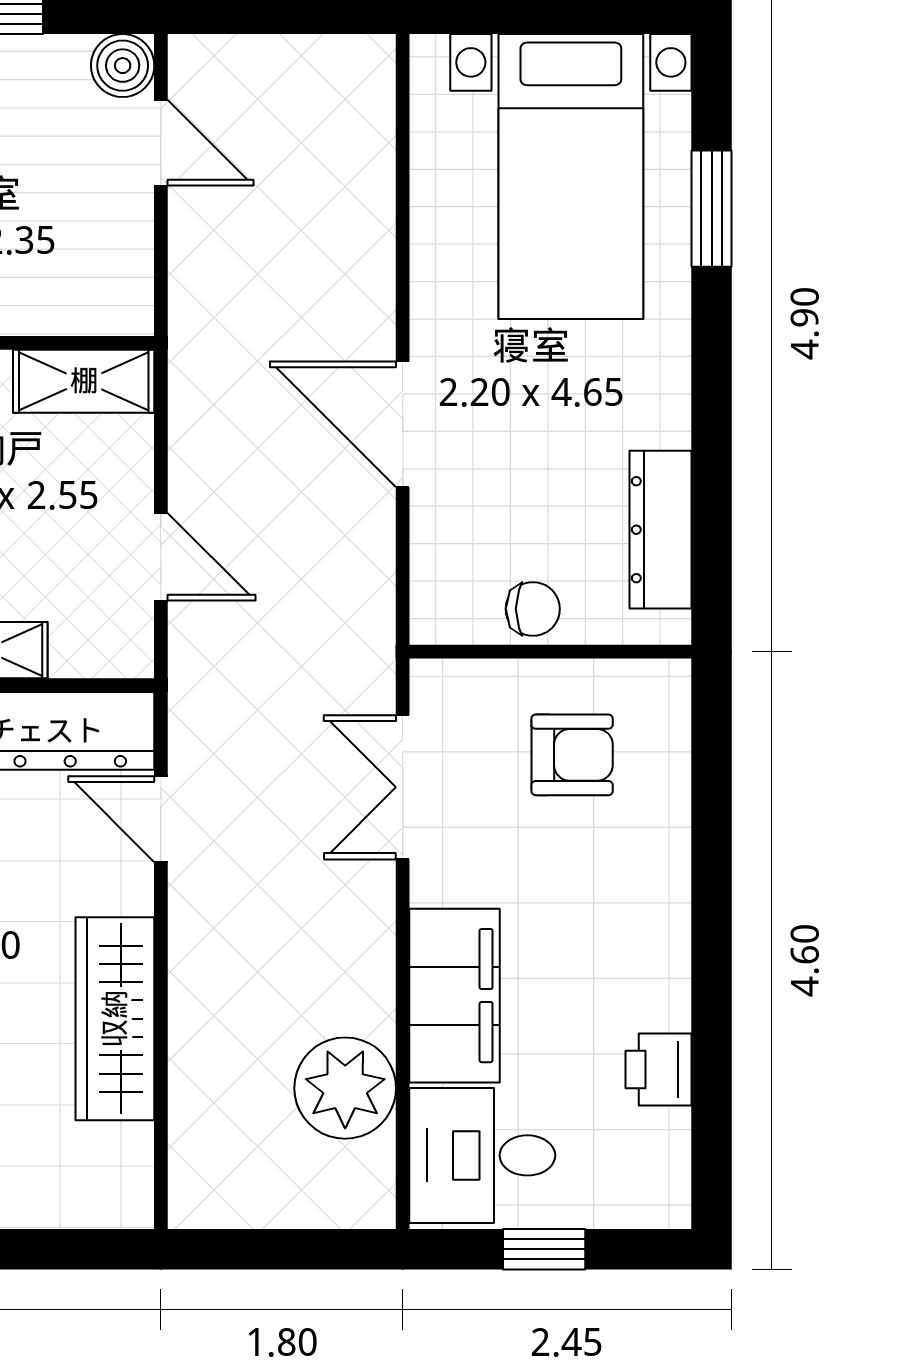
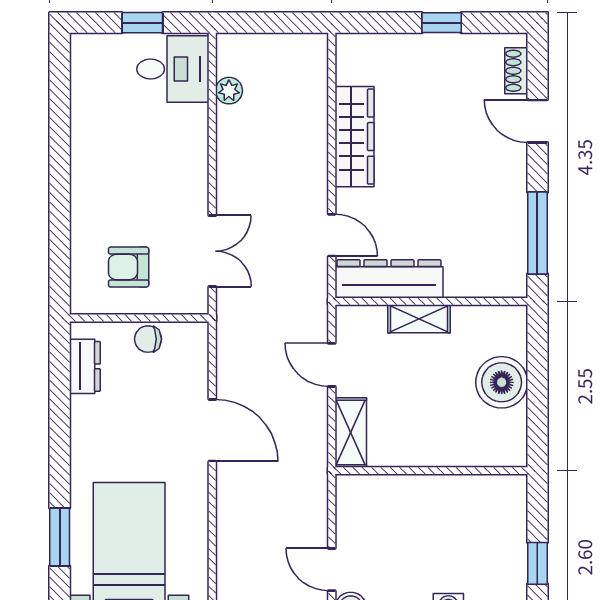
shelving: (84, 381) -> (351, 432), moved, turned 90
dresser: (660, 530) -> (85, 366), width x0.70
filing cabinet: (454, 996) -> (187, 148), removed
printer: (659, 1070) -> (86, 111), removed
plant: (345, 1088) -> (229, 91), width x0.53, depth x0.53

